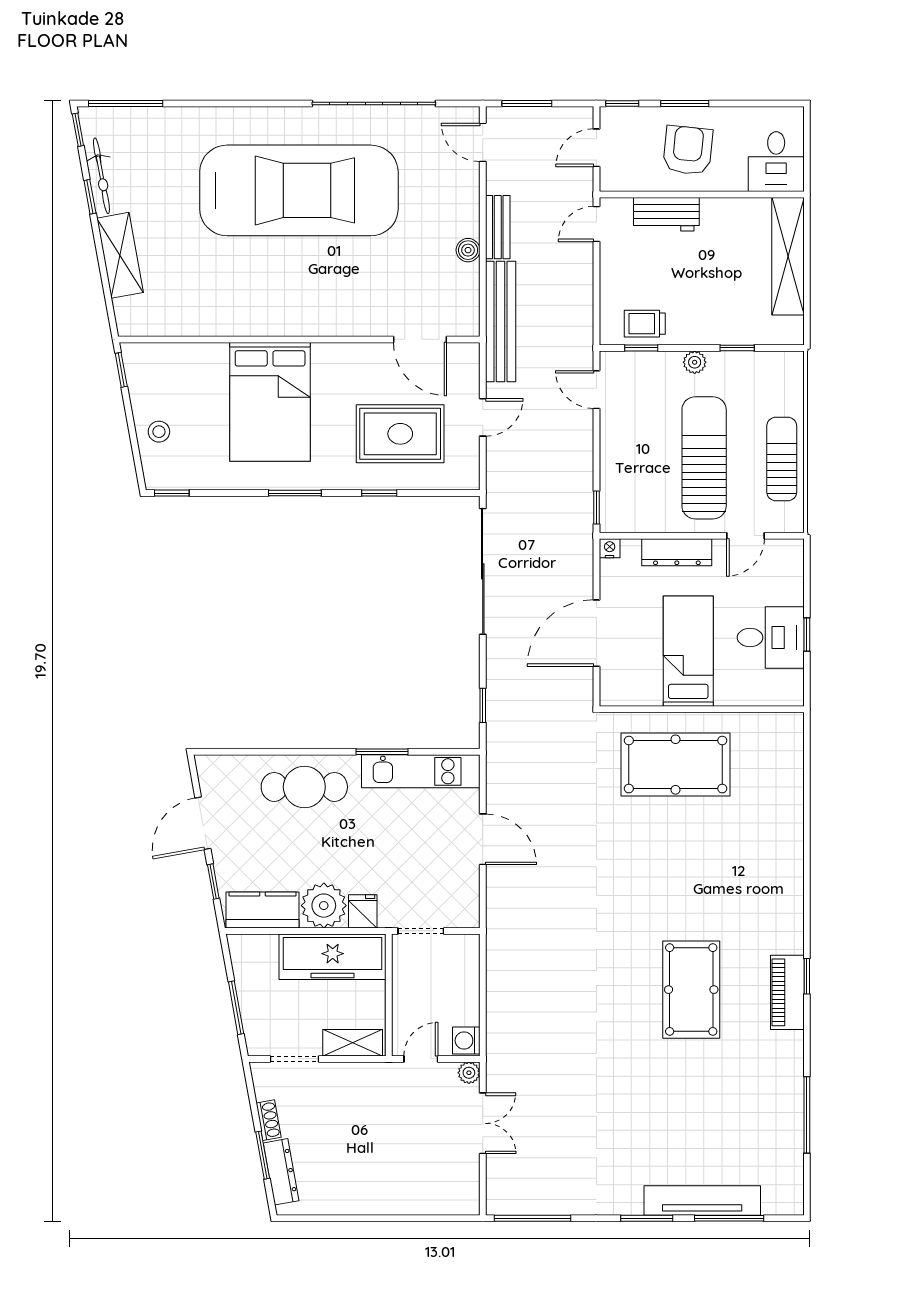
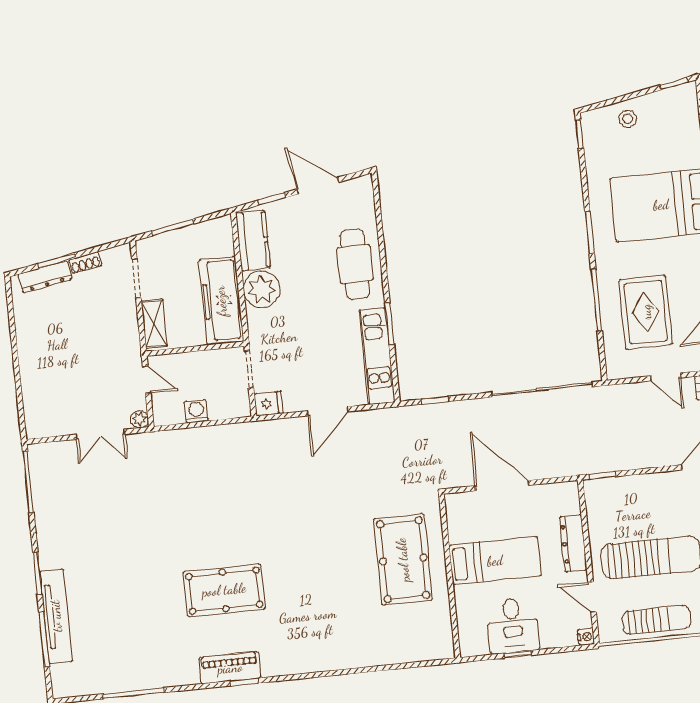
window: (379, 493) -> (596, 300), width x2.17
nightstand: (610, 548) -> (586, 637), moved
fridge: (363, 911) -> (268, 404), moved
washing machine: (466, 1041) -> (196, 411), moved

